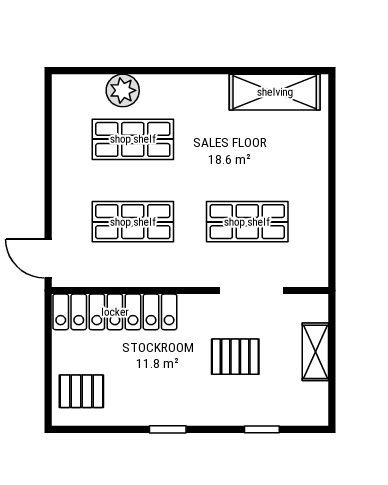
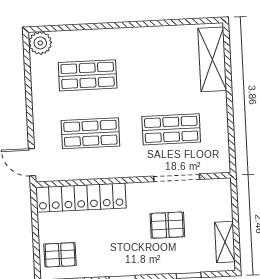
plant: (123, 90) -> (40, 43), moved
shelving: (275, 92) -> (212, 59), moved, turned 90
shelving: (315, 352) -> (225, 242), moved

